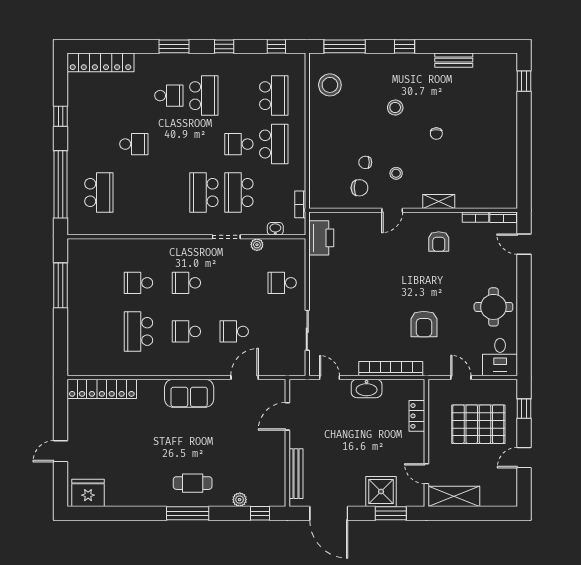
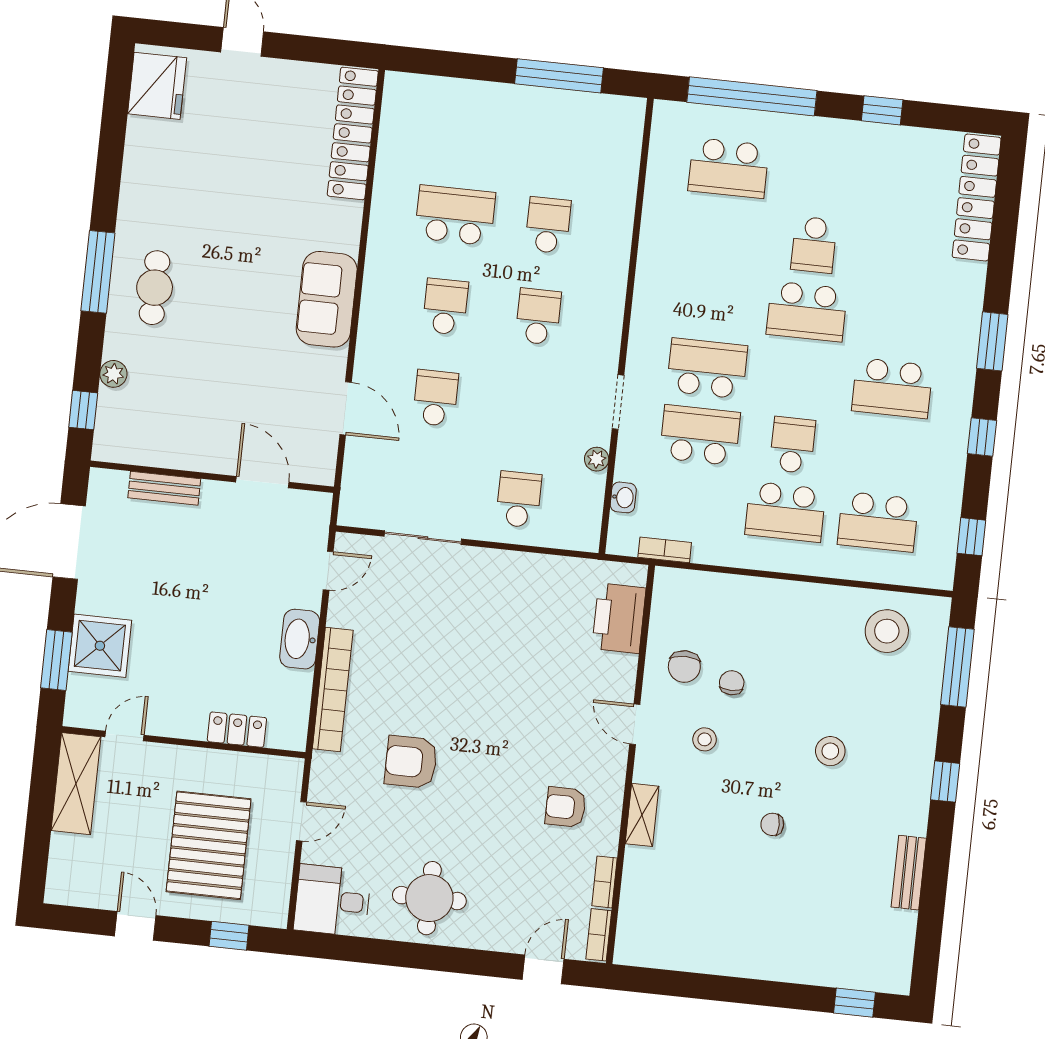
school desk: (169, 96) -> (807, 311), moved, width x1.85
printer: (321, 238) -> (619, 618), moved, turned 90
bench: (296, 474) -> (164, 488), width x0.73

